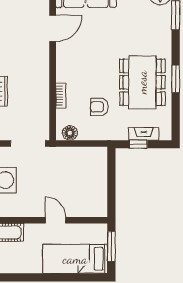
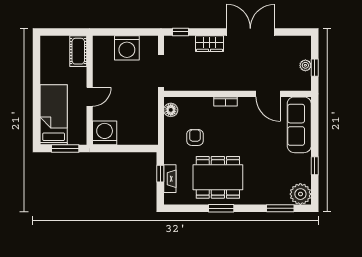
bookcase: (61, 95) -> (226, 101), moved
washing machine: (94, 204) -> (105, 133), added

